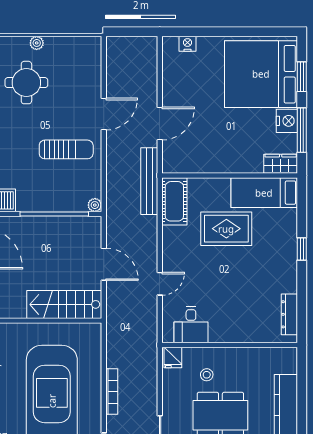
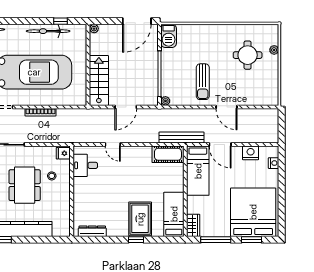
plant: (37, 43) -> (274, 50), moved
nightstand: (287, 121) -> (251, 153), moved, turned 180
bed: (199, 157) -> (198, 171), added
rug: (226, 229) -> (140, 219), moved

